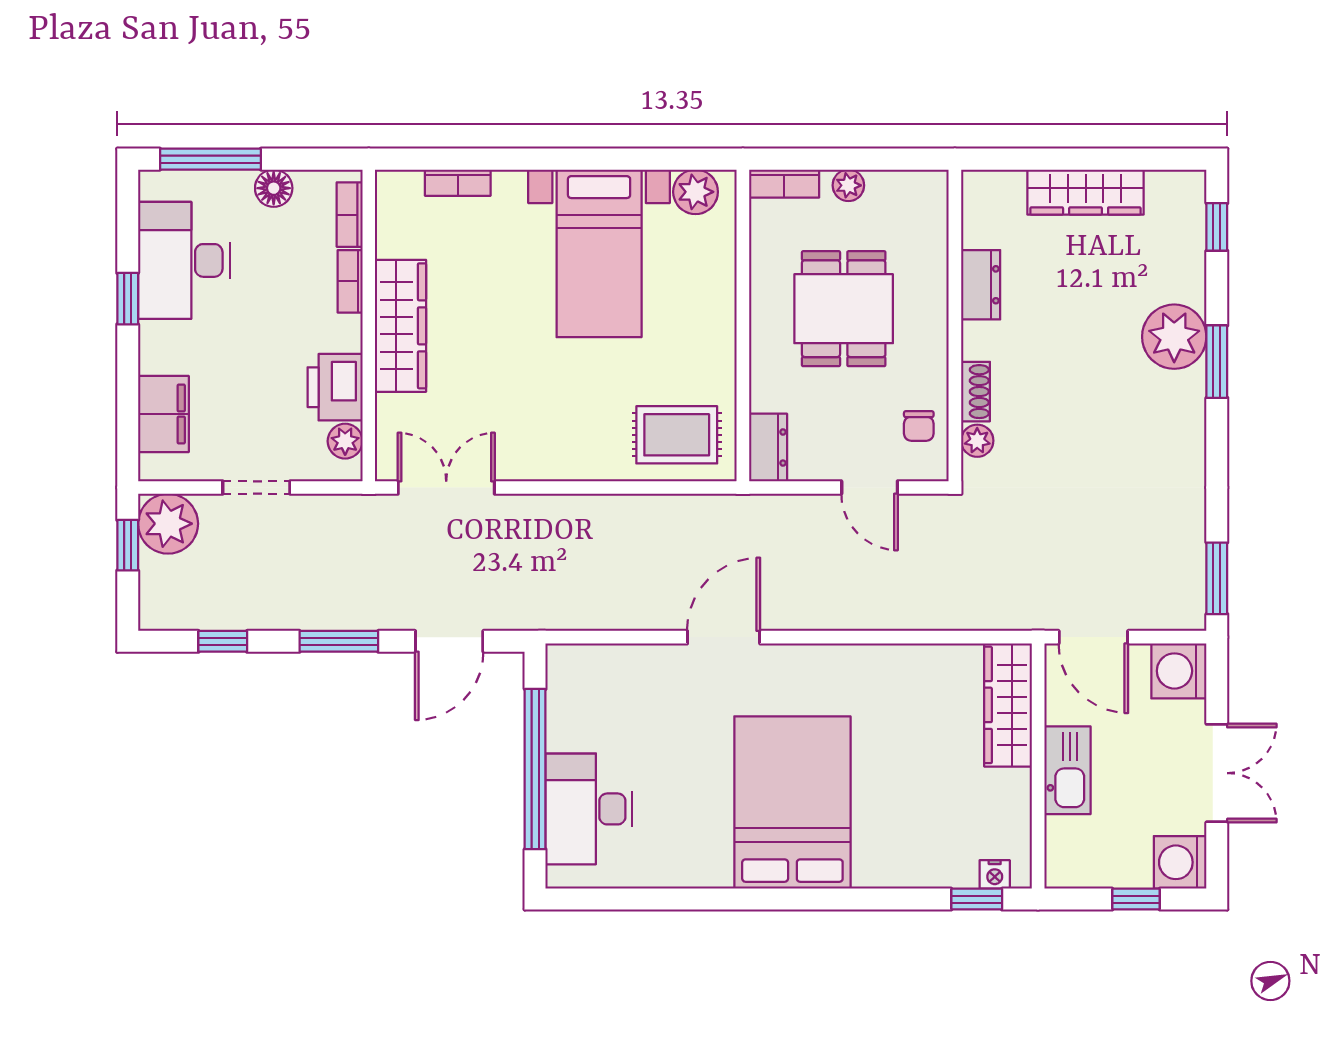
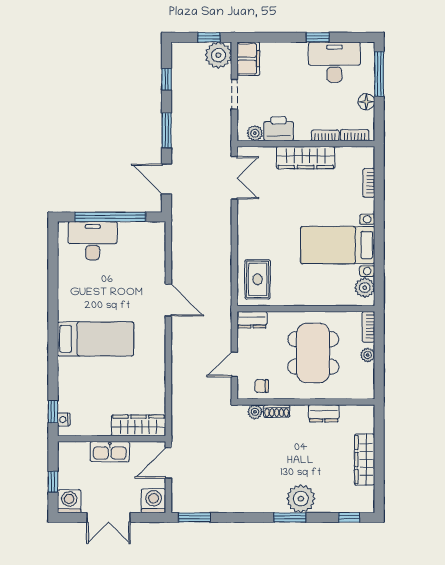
dining table: (844, 309) -> (313, 353), width x1.38
filing cabinet: (163, 414) -> (248, 59), moved, turned -90
bed: (792, 803) -> (96, 339), width x0.67

